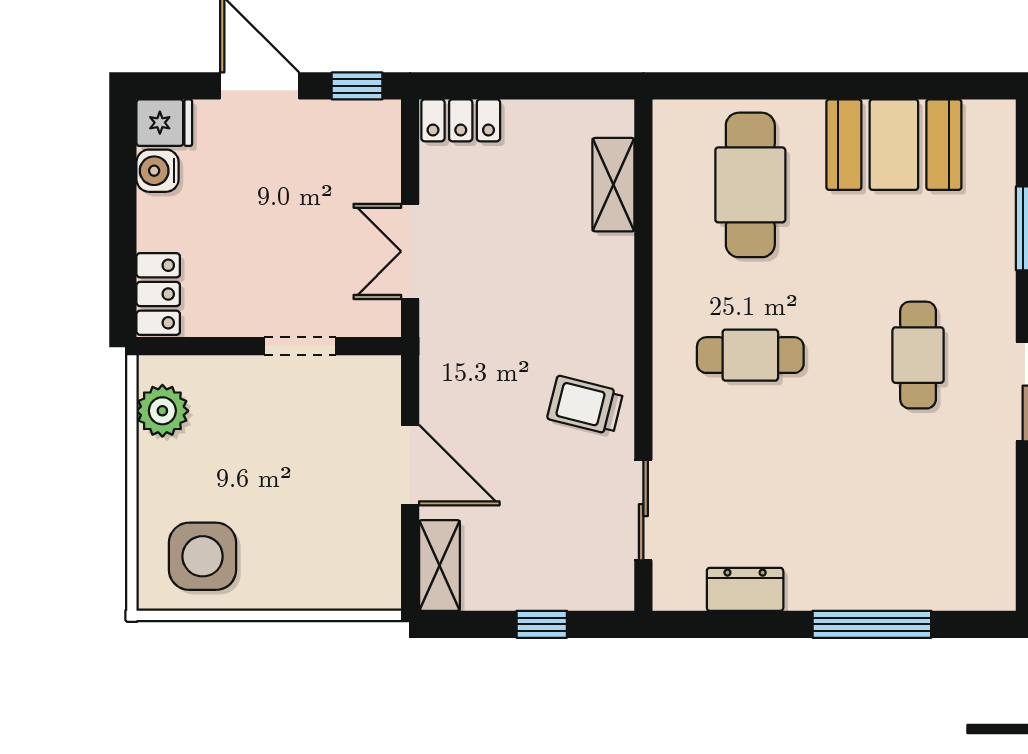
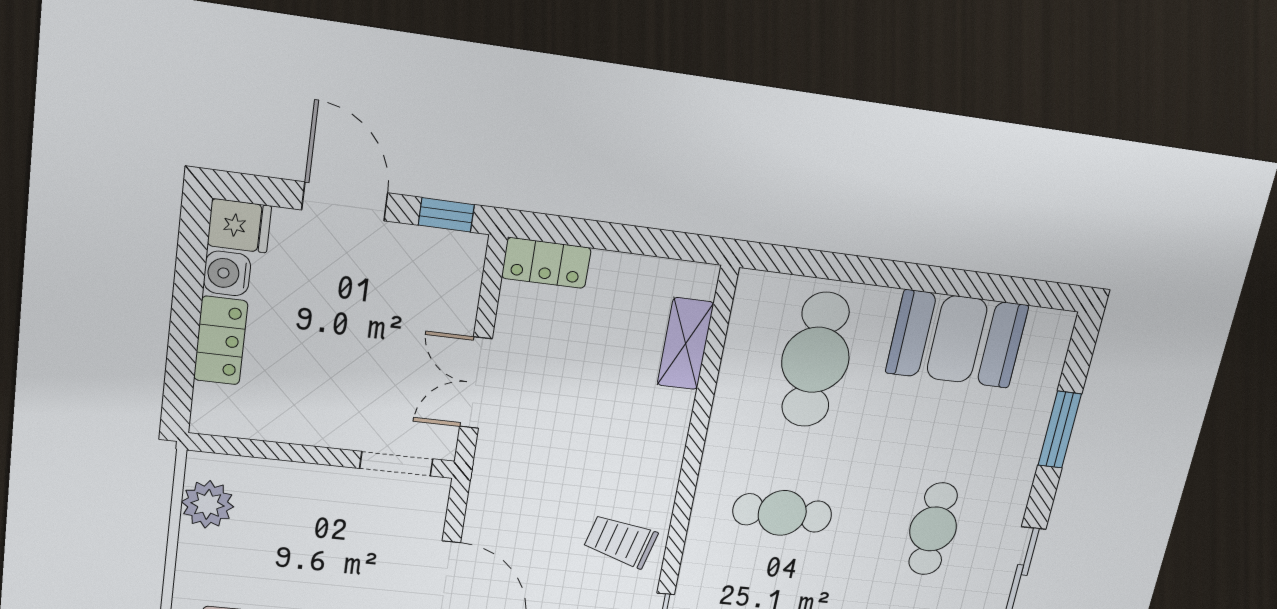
locker: (158, 294) -> (221, 341), moved
doorway: (300, 346) -> (396, 464), moved

